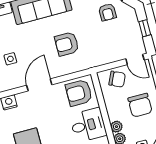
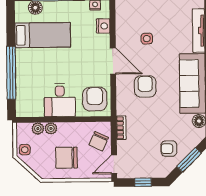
armchair: (67, 44) -> (145, 86), moved
bookcase: (99, 61) -> (121, 128), added

